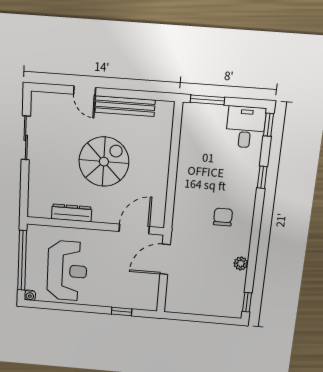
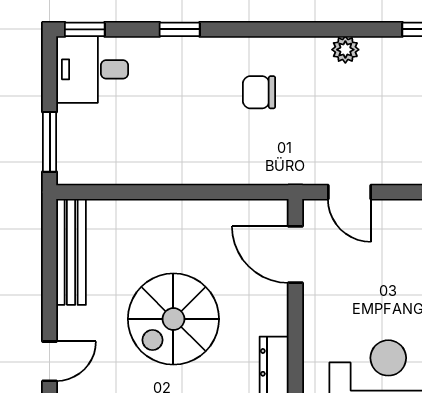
bench: (125, 106) -> (71, 252), moved
spiral stairs: (104, 162) -> (173, 319), turned -90
door: (165, 259) -> (349, 192), width x0.73

